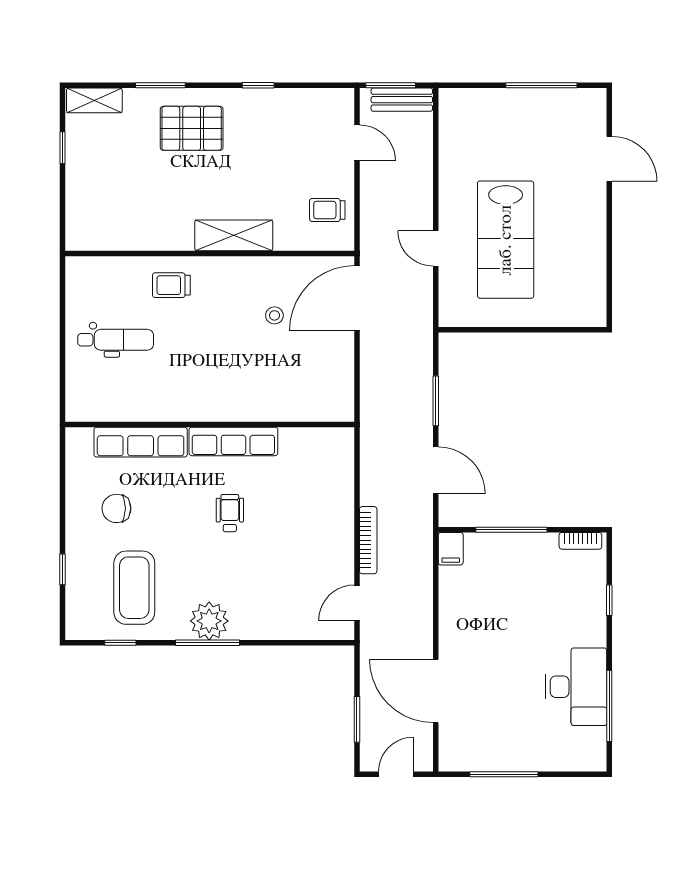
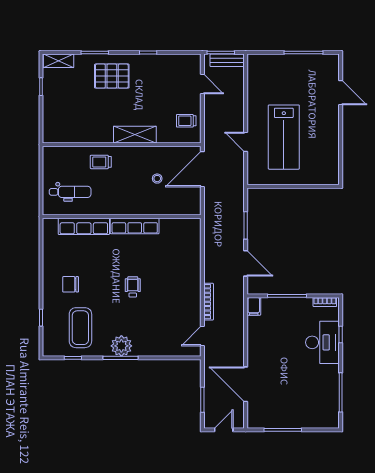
wall: (210, 424) -> (122, 217), moved
row of seats: (233, 441) -> (135, 226), moved
row of seats: (141, 442) -> (84, 226), moved
desk: (576, 687) -> (322, 342), moved

